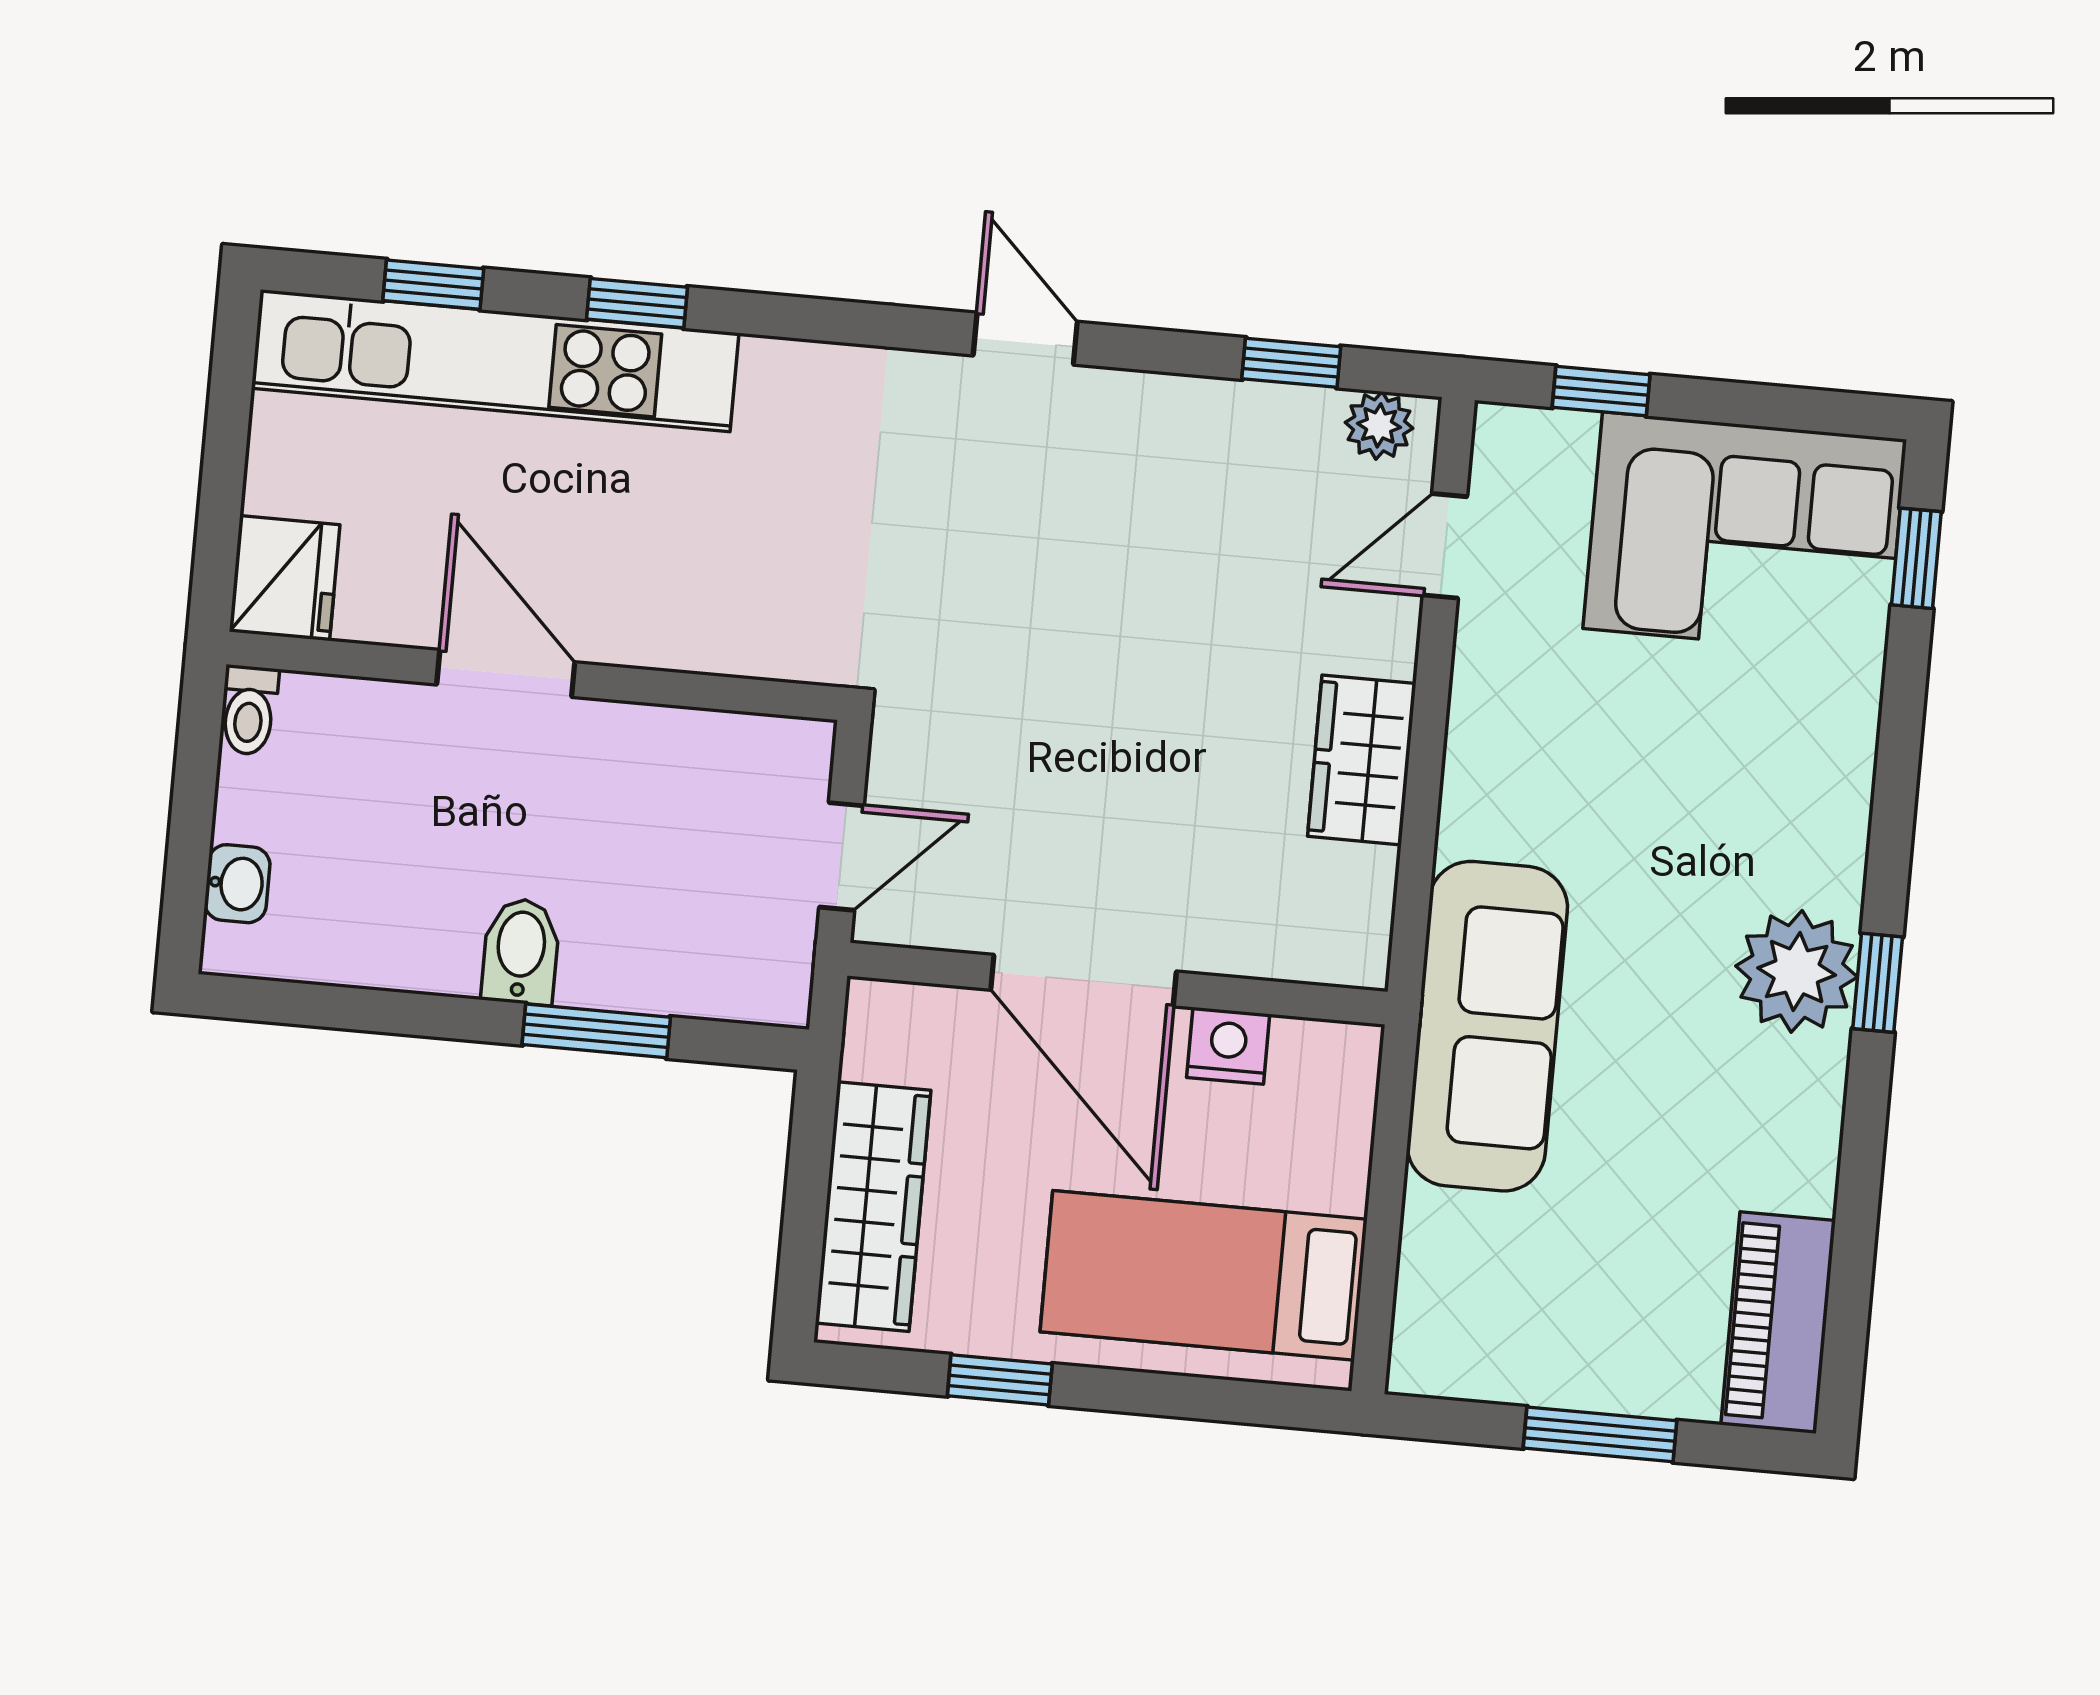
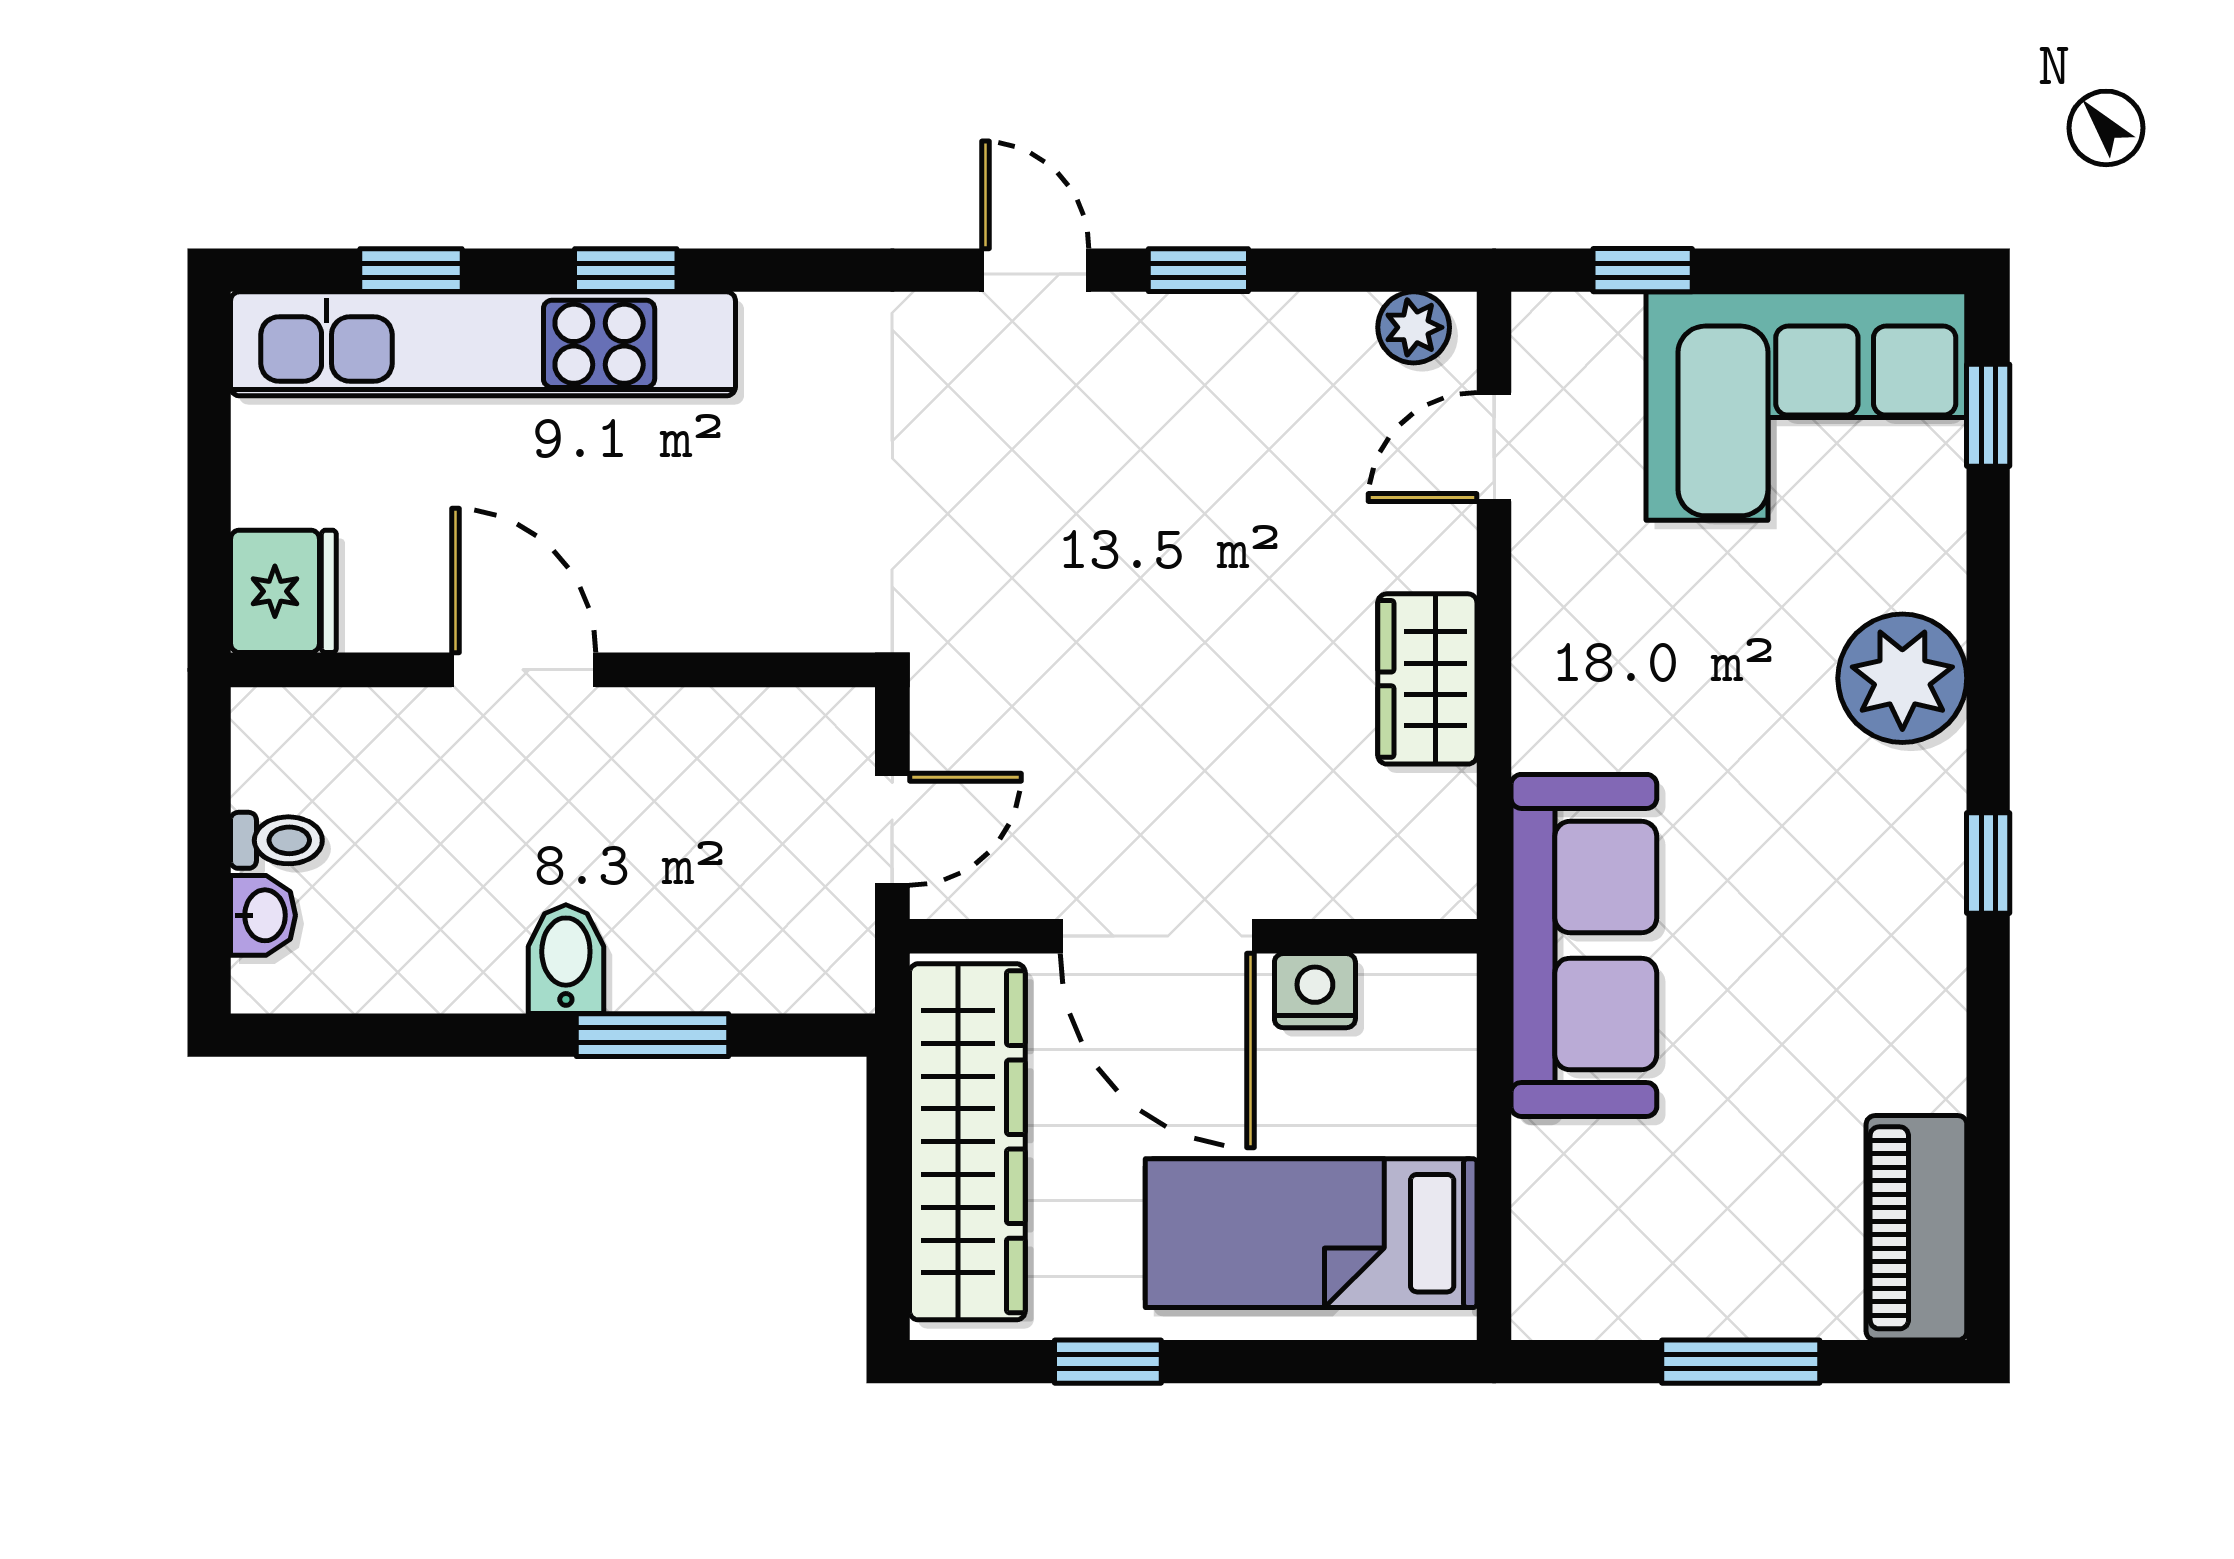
window: (1291, 363) -> (1198, 270), moved
toilet: (249, 710) -> (276, 840), moved, turned -90
plant: (1797, 971) -> (1902, 678), moved
wardrobe: (873, 1207) -> (967, 1142), width x1.40, depth x1.17

